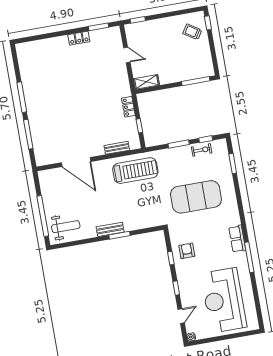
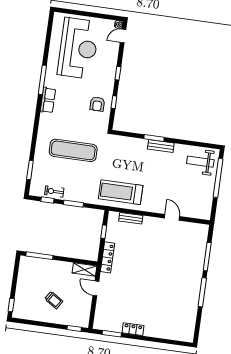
trolley: (192, 32) -> (54, 300), moved
door: (127, 55) -> (96, 288), moved
locker: (128, 107) -> (107, 257), width x1.53
door: (76, 162) -> (172, 217), width x0.53
exercise mat: (196, 197) -> (73, 150), width x0.68
door: (181, 316) -> (123, 36), moved

